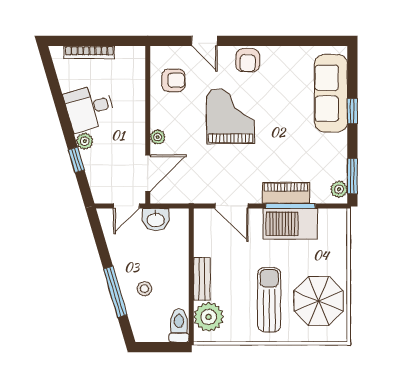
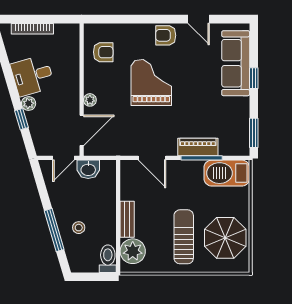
door: (204, 41) -> (199, 19), moved
armchair: (248, 60) -> (166, 35), turned 88
plant: (339, 189) -> (242, 144), removed
barbecue: (290, 224) -> (227, 173), moved

